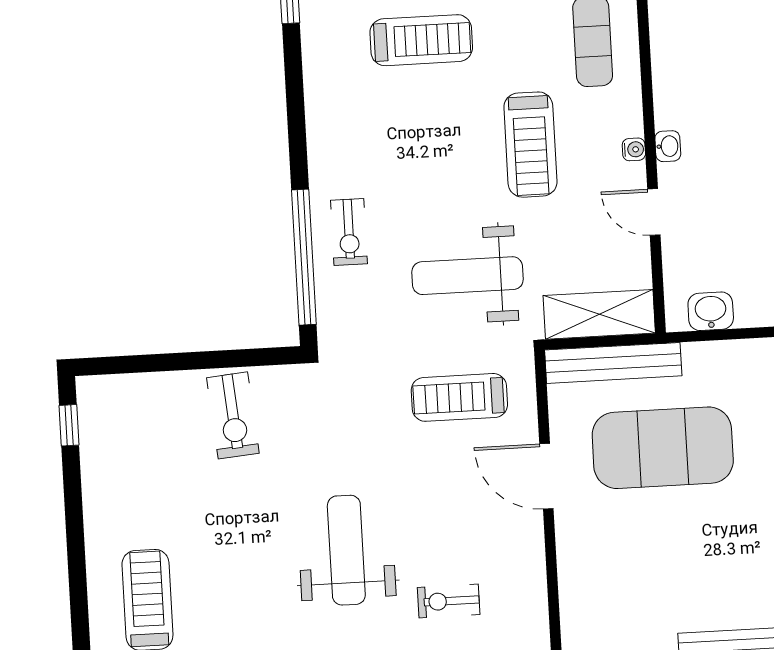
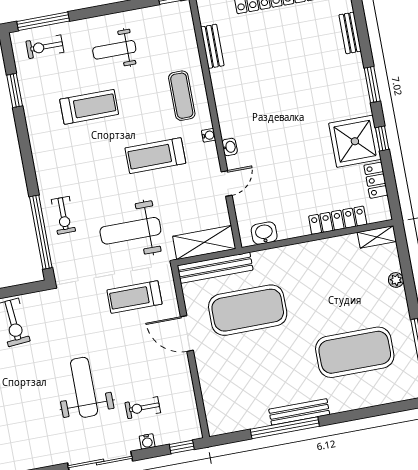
treadmill: (530, 145) -> (155, 156), turned 90
water cooler: (634, 149) -> (209, 135), moved
door: (654, 212) -> (227, 183), swing flipped

